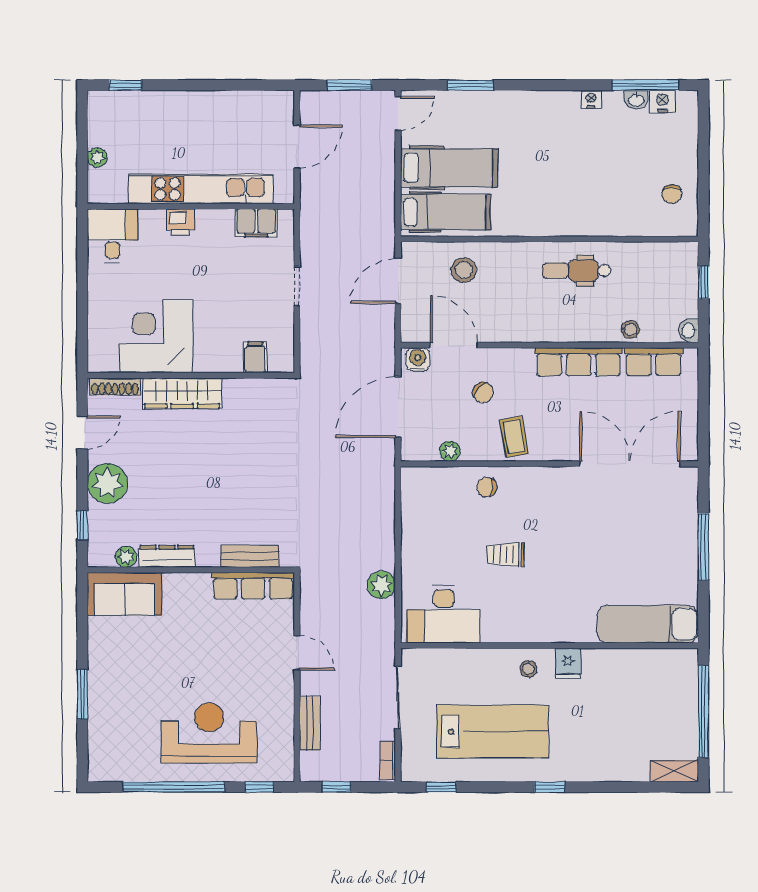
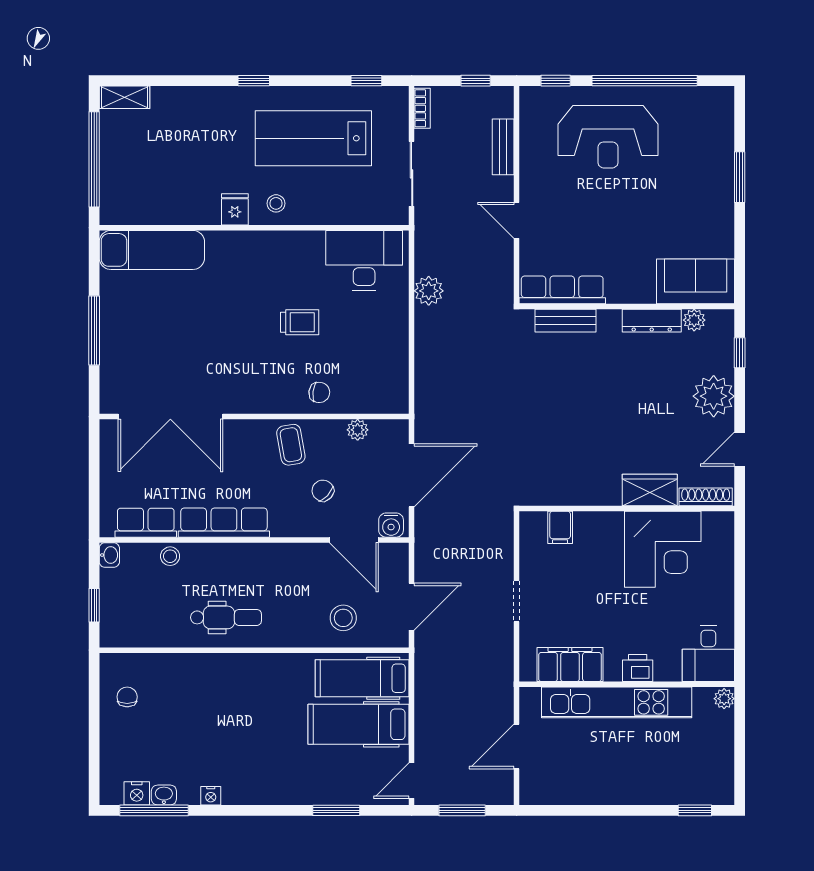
plant: (97, 158) -> (724, 699), moved
filing cabinet: (256, 223) -> (570, 665), width x1.50, depth x1.17
wardrobe: (182, 393) -> (650, 490), width x0.67

